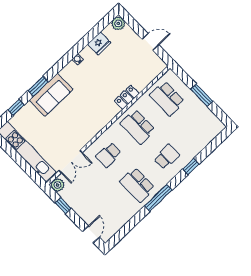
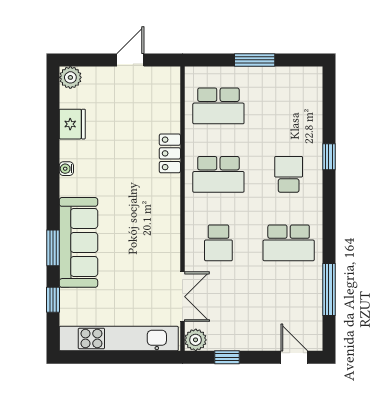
sofa: (51, 95) -> (78, 242), width x1.36
window: (158, 198) -> (329, 290), moved

